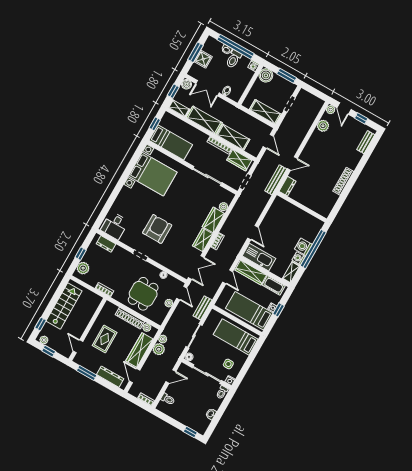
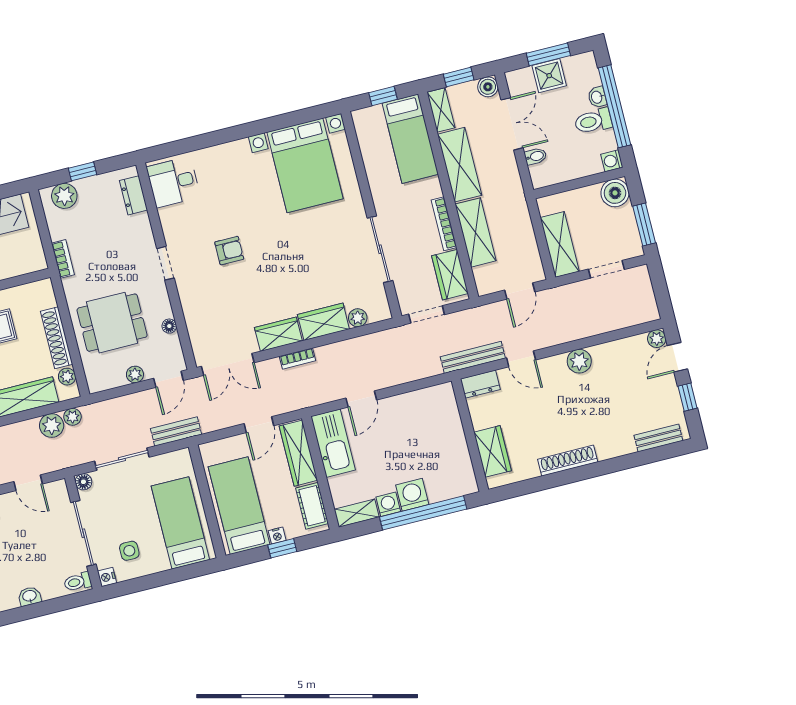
double door: (207, 88) -> (512, 124), swing flipped
plant: (323, 126) -> (579, 361), moved
bed: (171, 142) -> (410, 139), moved
wardrobe: (315, 204) -> (492, 451), added
armchair: (157, 229) -> (229, 251), width x0.53, depth x0.53

